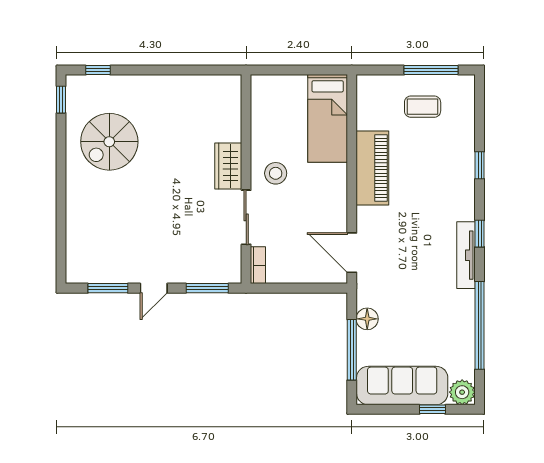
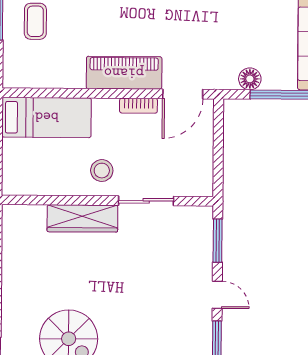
wardrobe: (228, 166) -> (82, 218), width x1.50
piano: (372, 168) -> (124, 73), moved
bookcase: (258, 265) -> (138, 106), moved, turned 180

